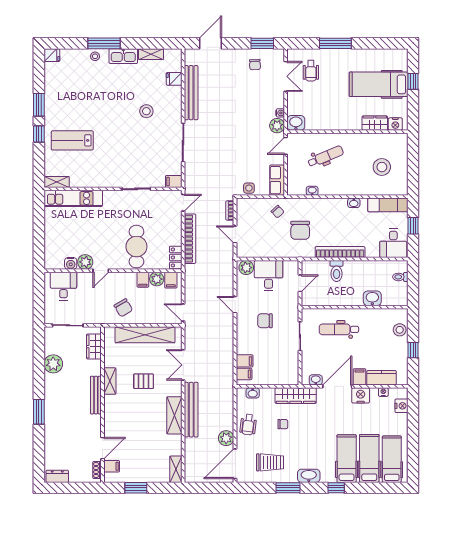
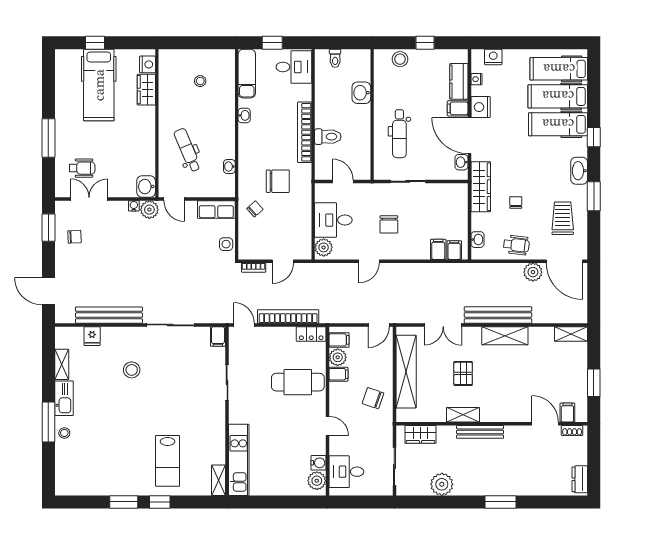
fridge: (52, 55) -> (63, 486), removed
stool: (382, 167) -> (200, 81), width x0.53, depth x0.53
plant: (85, 262) -> (317, 481), moved
chair: (123, 308) -> (373, 398), turned -130

